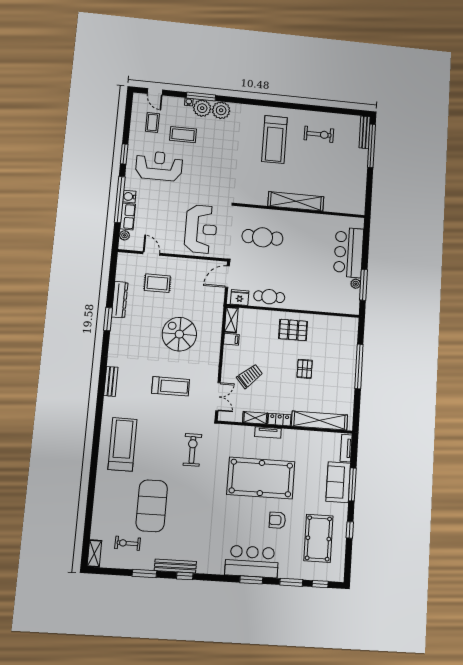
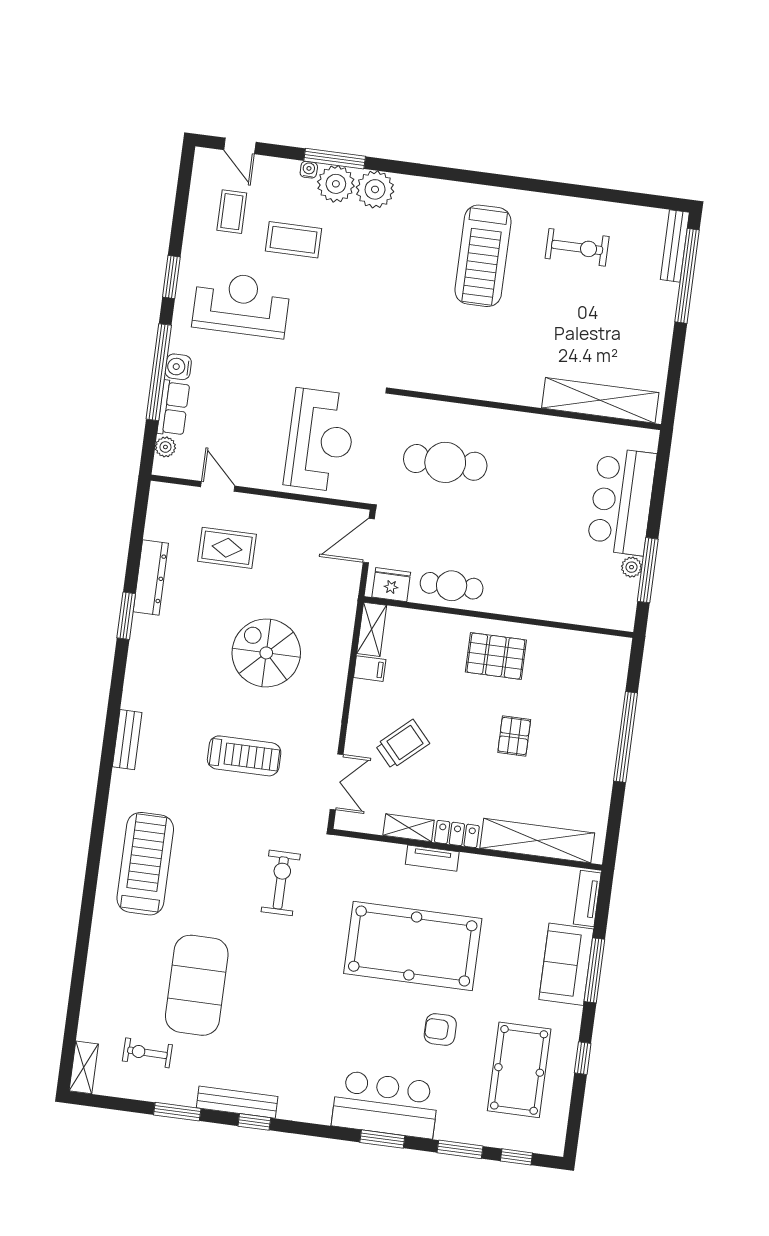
shelving: (296, 201) -> (600, 400), moved

